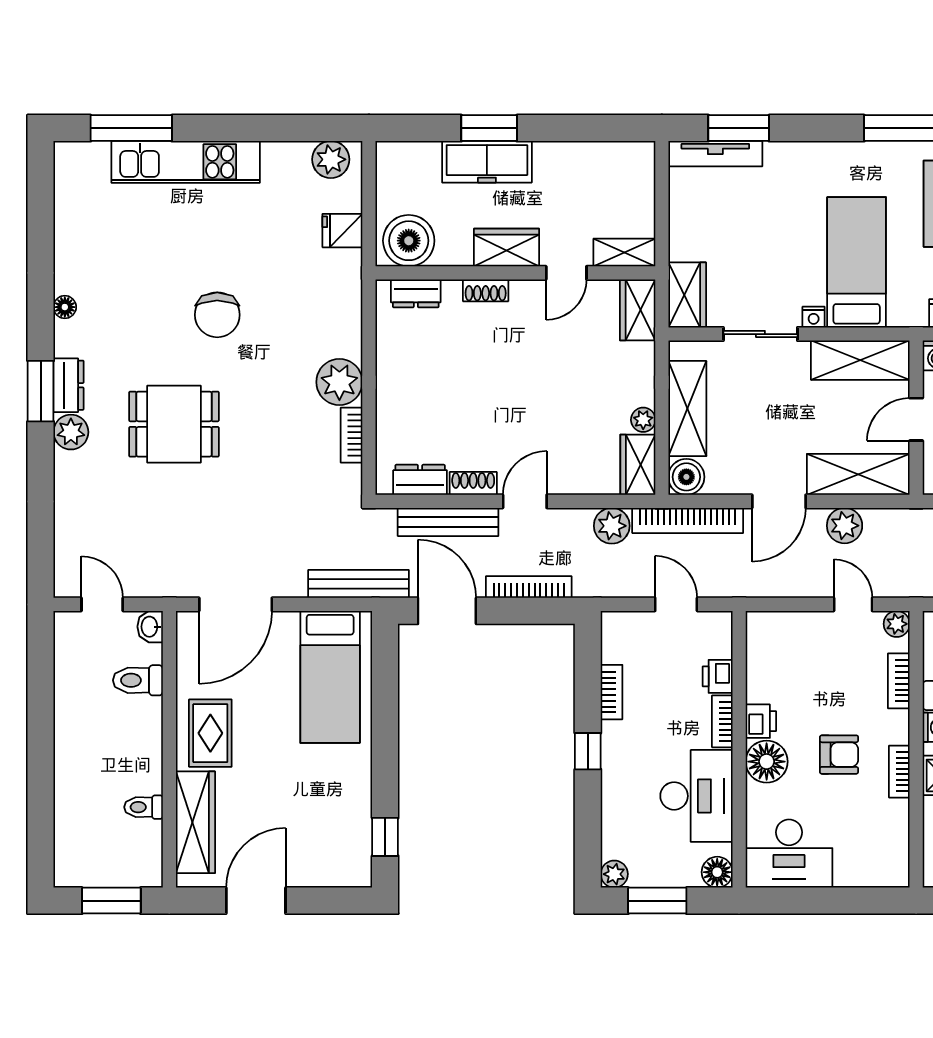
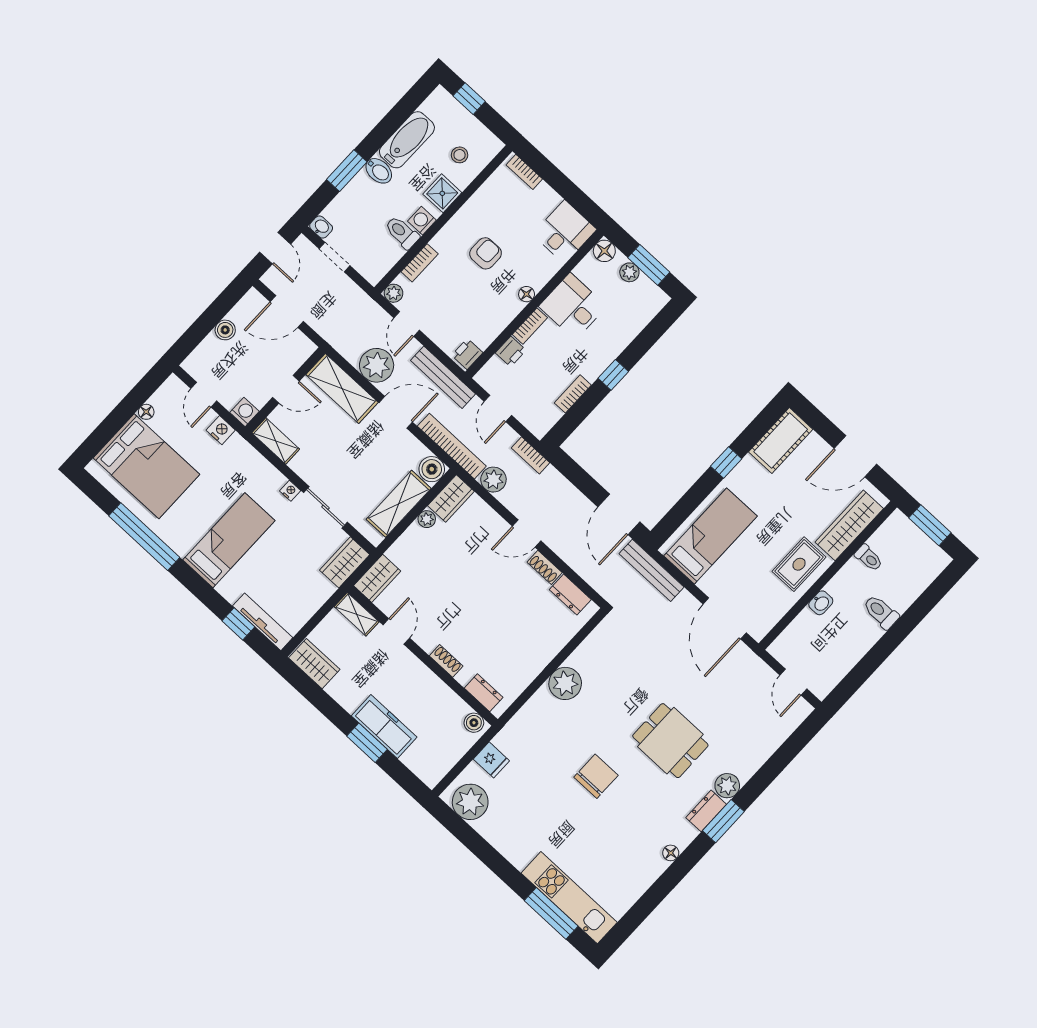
window: (739, 128) -> (238, 624), width x0.67
plant: (331, 159) -> (470, 802), width x1.36, depth x1.36
kitchen unit: (186, 162) -> (569, 898), moved
boiler: (409, 241) -> (474, 723), width x0.54, depth x0.54
wardrobe: (506, 248) -> (314, 664), moved, turned 180
bed: (857, 262) -> (229, 540), moved, turned 180
door: (566, 273) -> (396, 631), hinge flipped
shelving: (860, 360) -> (276, 441), width x0.67, depth x0.75
bookcase: (352, 435) -> (584, 650), removed
bench: (448, 522) -> (443, 377), moved
plant: (845, 526) -> (377, 365), width x1.36, depth x1.36
bookcase: (529, 587) -> (531, 455), moved, width x0.64
door: (236, 604) -> (725, 618), swing flipped
washbasin: (150, 627) -> (821, 603), moved
toilet: (138, 680) -> (881, 612), moved, turned 180
printer: (761, 721) -> (467, 354), moved
armchair: (839, 755) -> (486, 253), turned 90
floor lamp: (767, 762) -> (527, 294), width x0.53, depth x0.53
bookcase: (899, 772) -> (524, 172), moved, turned 90
desk: (696, 796) -> (573, 306), width x0.73
window: (385, 837) -> (726, 462), moved
cot: (349, 845) -> (781, 441), added
desk: (789, 854) -> (565, 232), width x0.73
plant: (614, 874) -> (629, 272), moved

